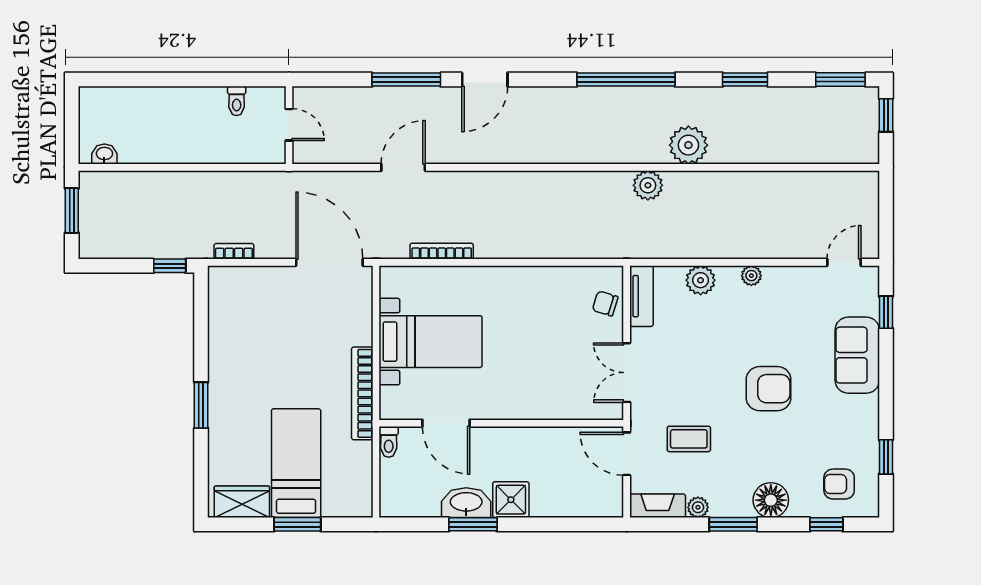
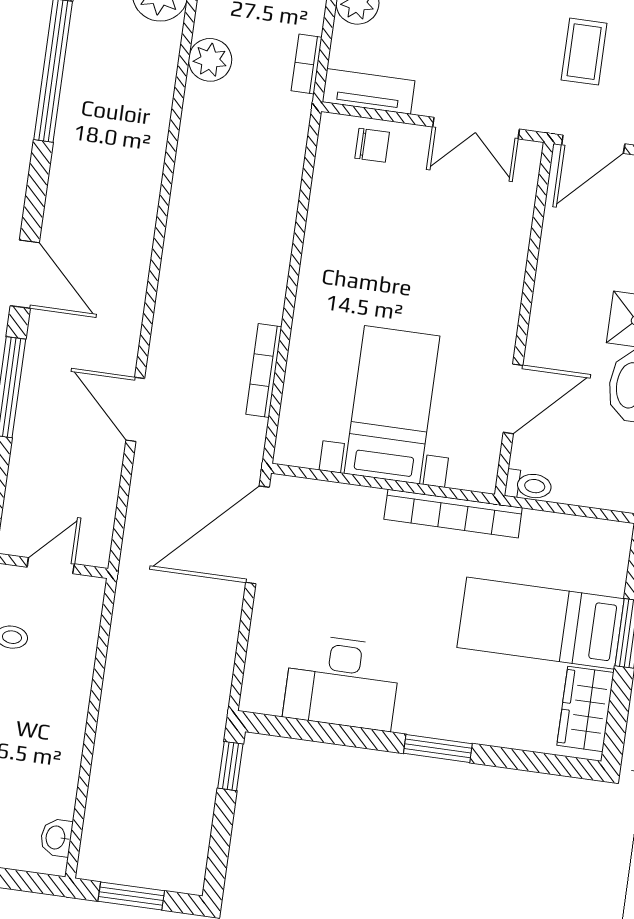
bookcase: (234, 251) -> (307, 64), moved
chair: (605, 304) -> (372, 145), turned -107
desk: (237, 334) -> (342, 682), added

